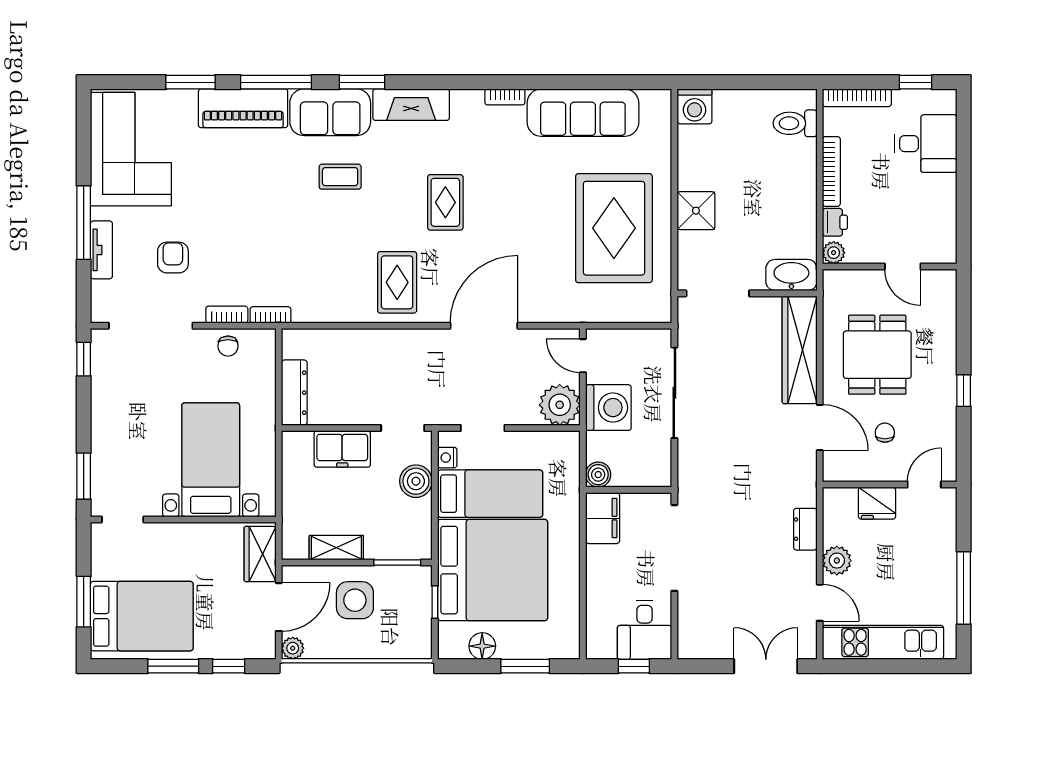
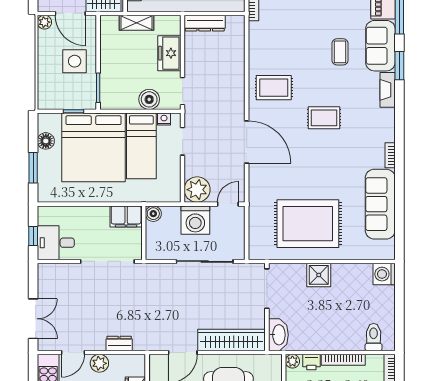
fireplace: (411, 105) -> (388, 90), width x0.73, depth x0.76
shelving: (336, 548) -> (137, 23), moved, turned 90

